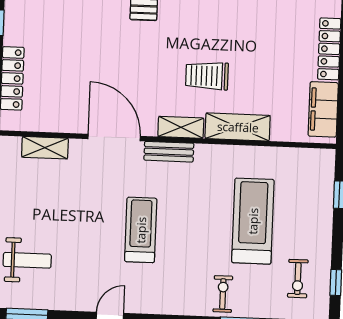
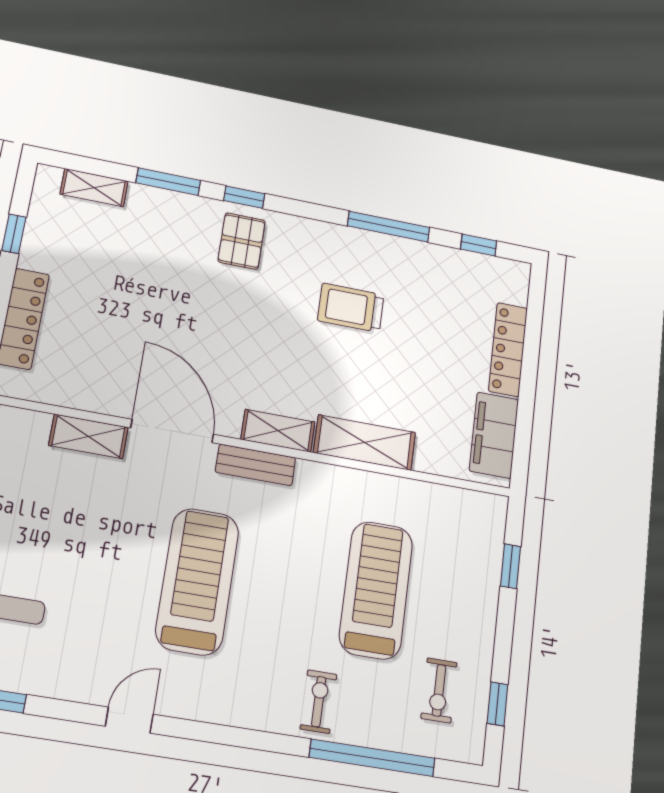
trolley: (207, 76) -> (351, 308), moved
shelving: (45, 148) -> (89, 436), moved
treadmill: (141, 230) -> (197, 581), width x1.37, depth x1.38

